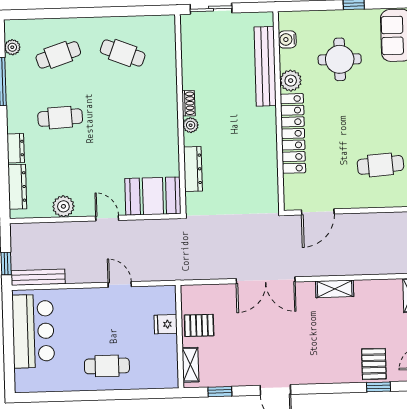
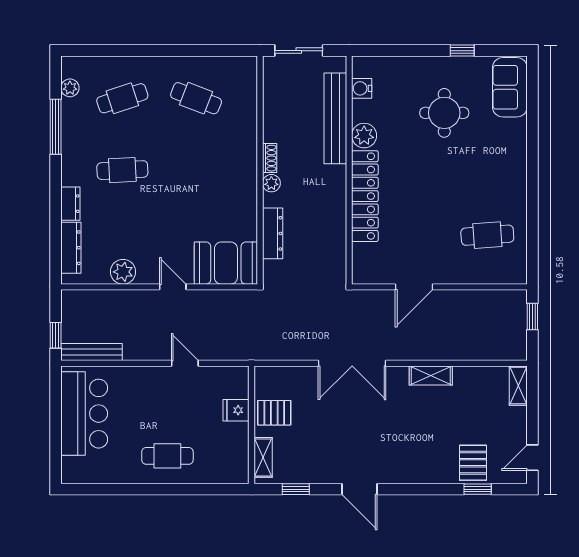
water cooler: (287, 39) -> (362, 88), moved
bench: (265, 66) -> (335, 118), moved
plant: (291, 81) -> (364, 136), moved
wall: (279, 111) -> (349, 170), moved
locker: (293, 133) -> (365, 196), moved

